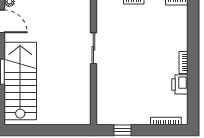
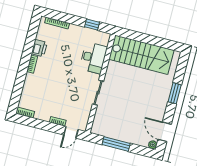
stairs: (20, 81) -> (141, 55), moved, turned -90
desk: (110, 90) -> (93, 58), added

